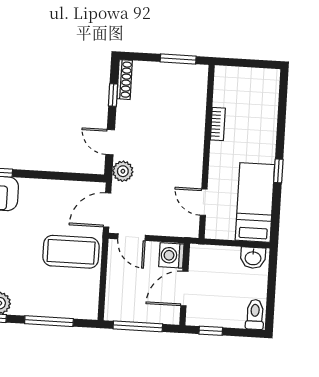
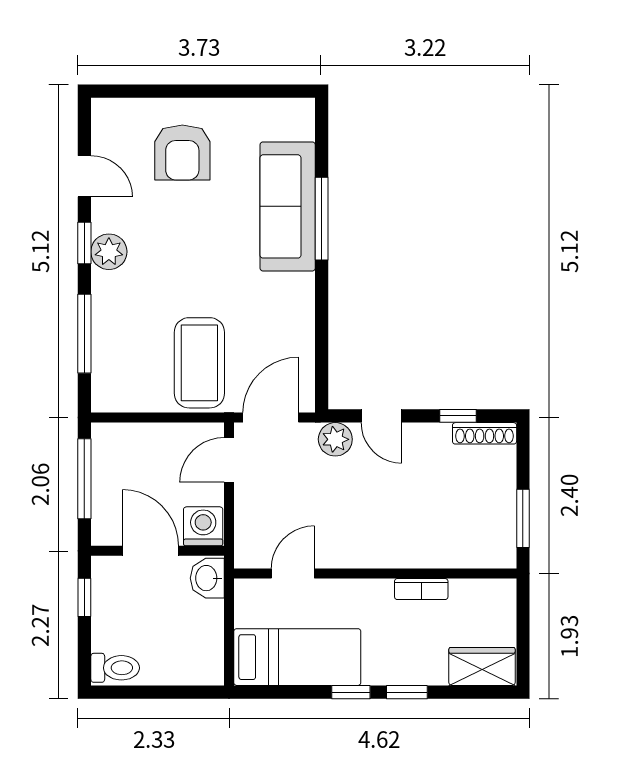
wardrobe: (267, 90) -> (482, 666), added
window: (280, 136) -> (407, 692), added
door: (110, 142) -> (381, 416), swing flipped
door: (107, 210) -> (271, 418), hinge flipped
washbasin: (253, 258) -> (207, 578), moved

